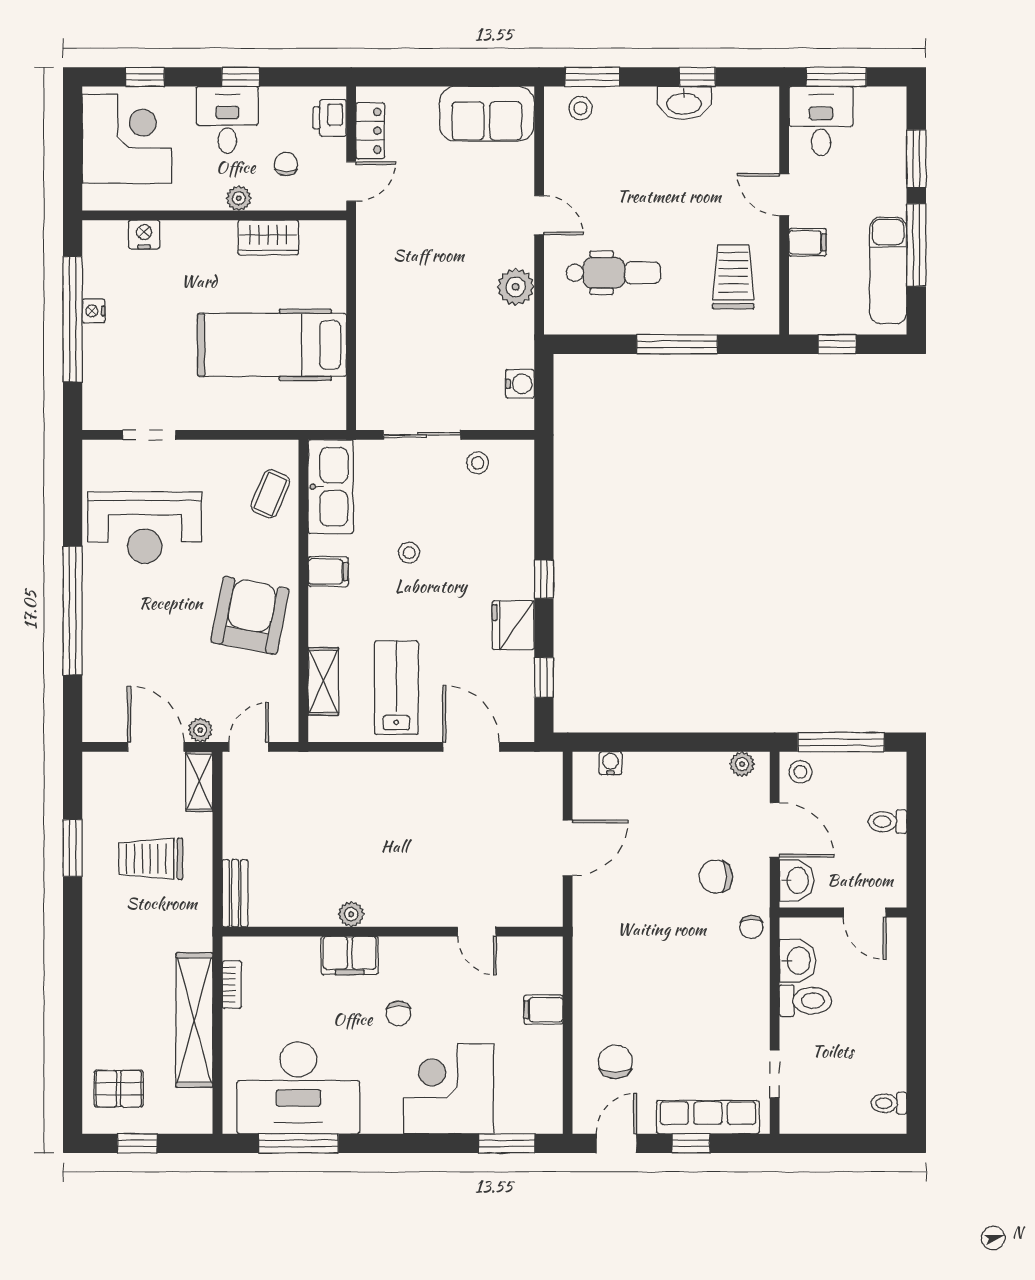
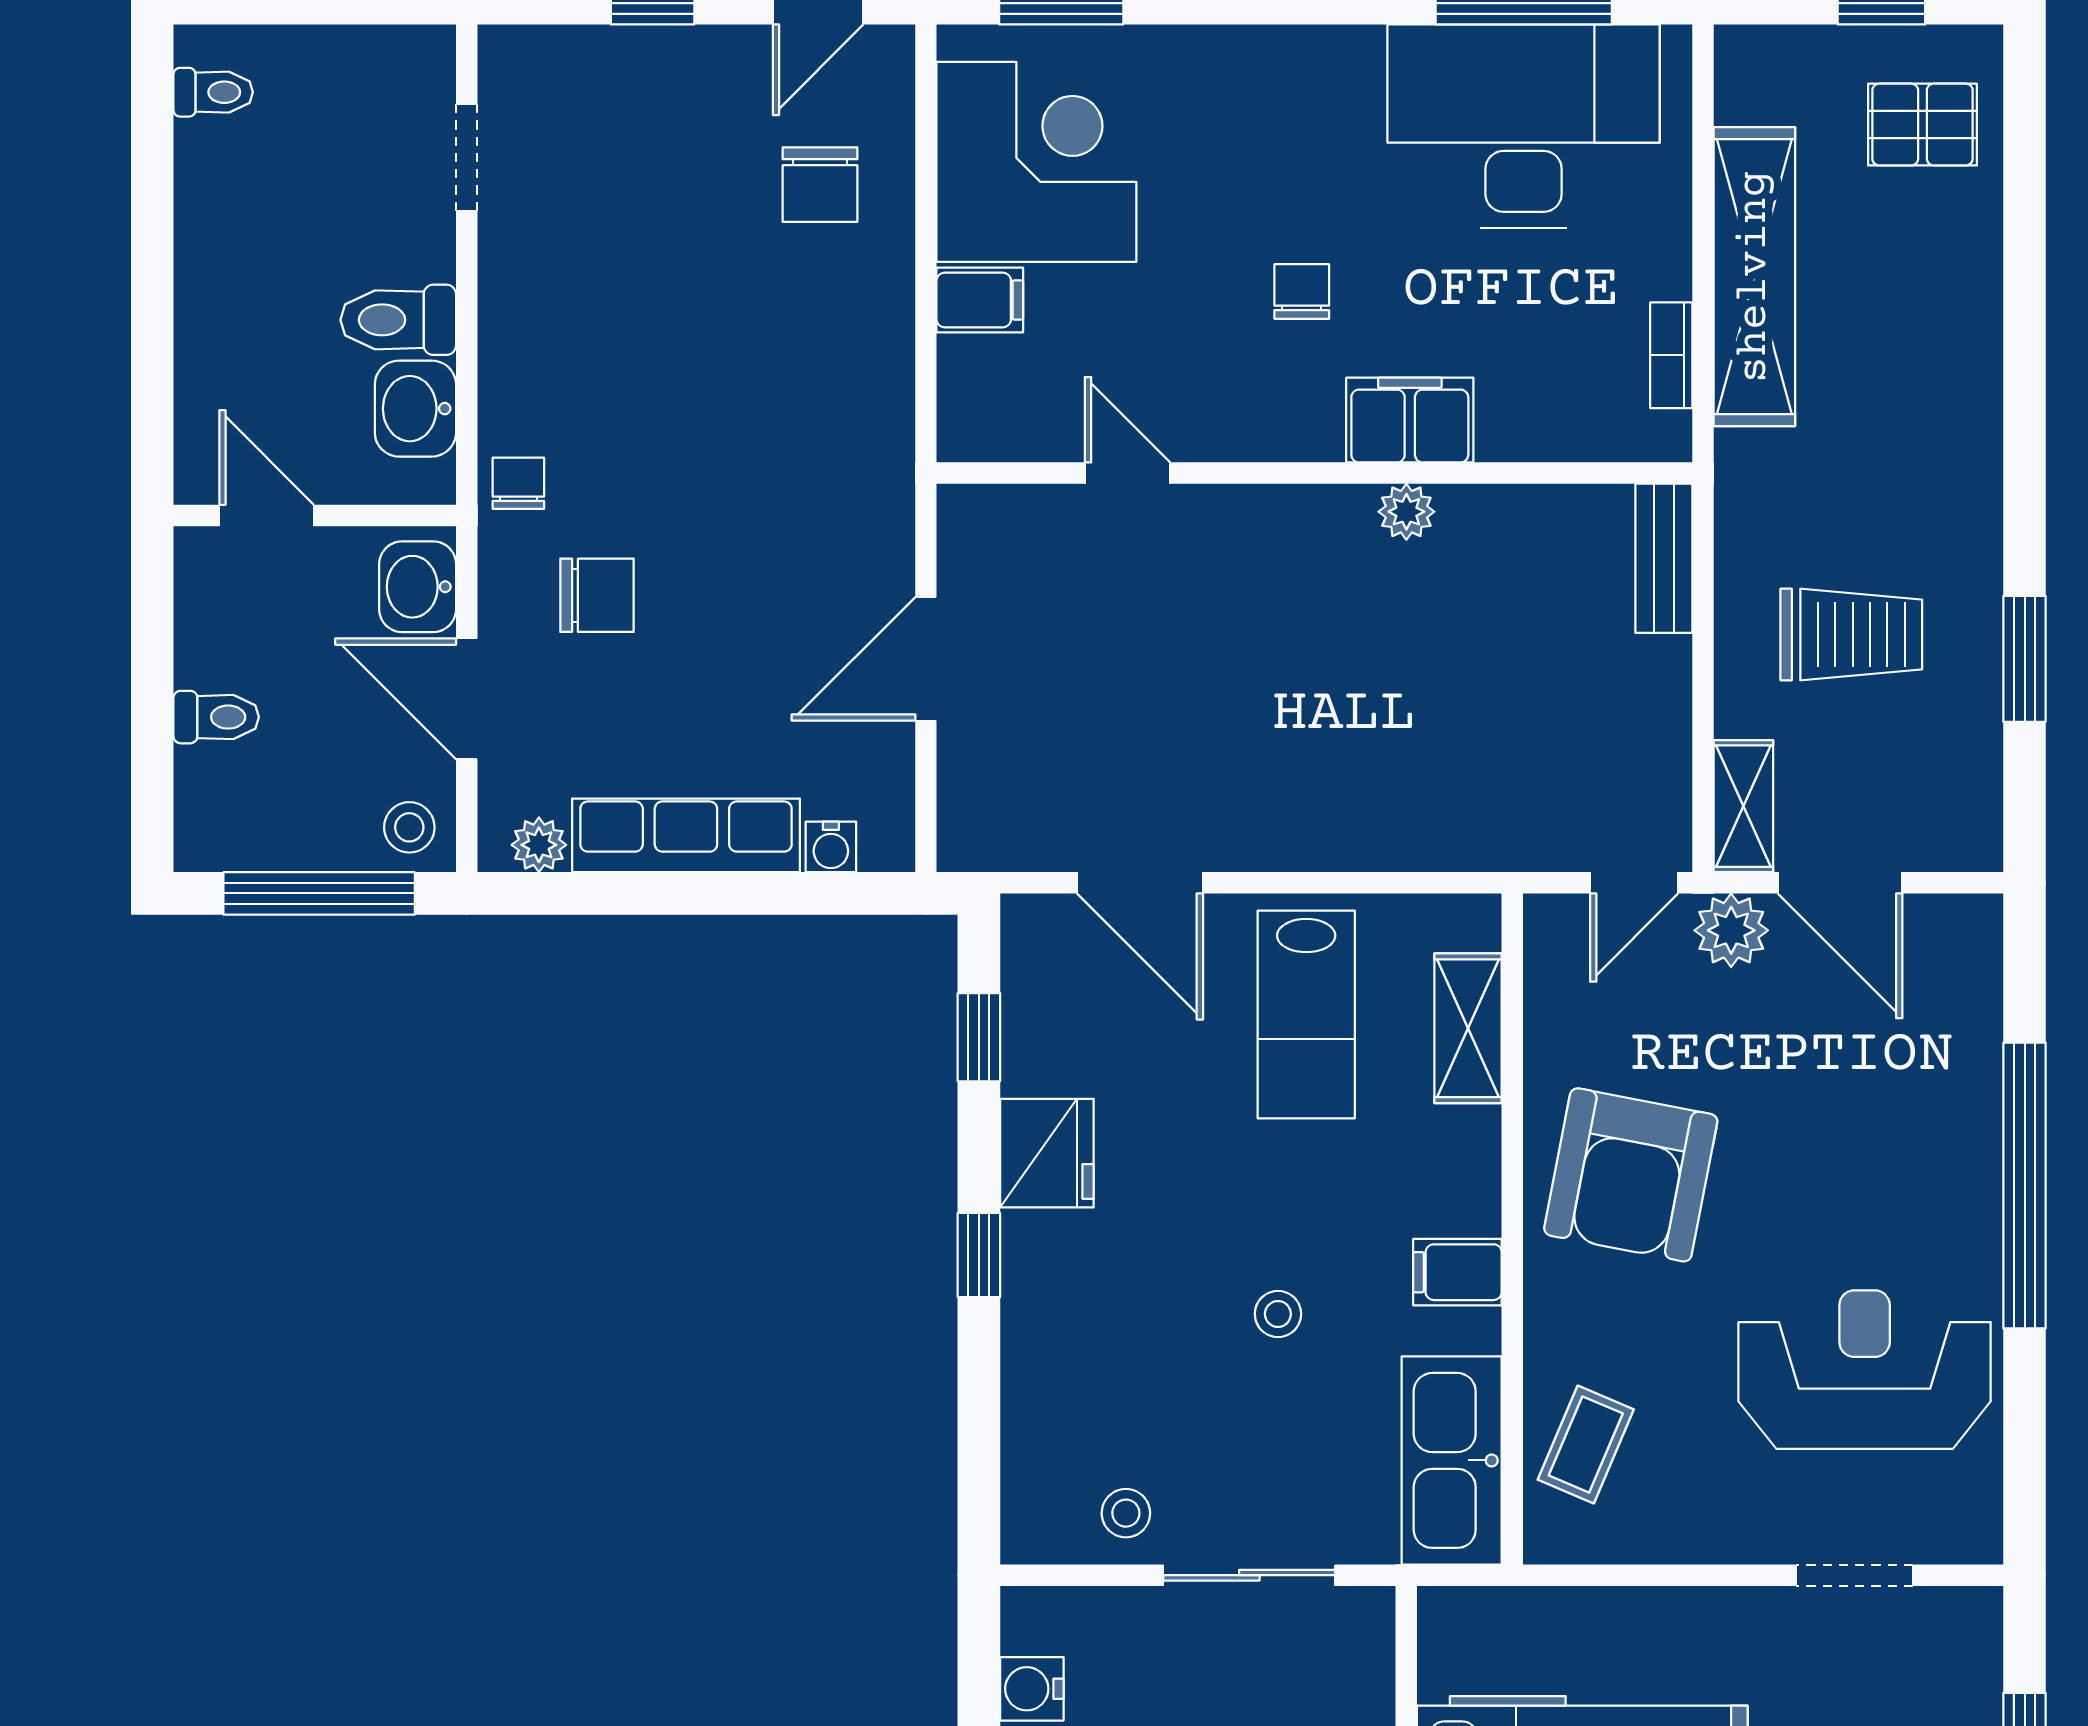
plant: (200, 730) -> (1731, 930), width x1.38, depth x1.38
corner desk: (448, 1089) -> (1036, 162), moved, turned -90
row of seats: (708, 1117) -> (686, 835), moved, turned 180

